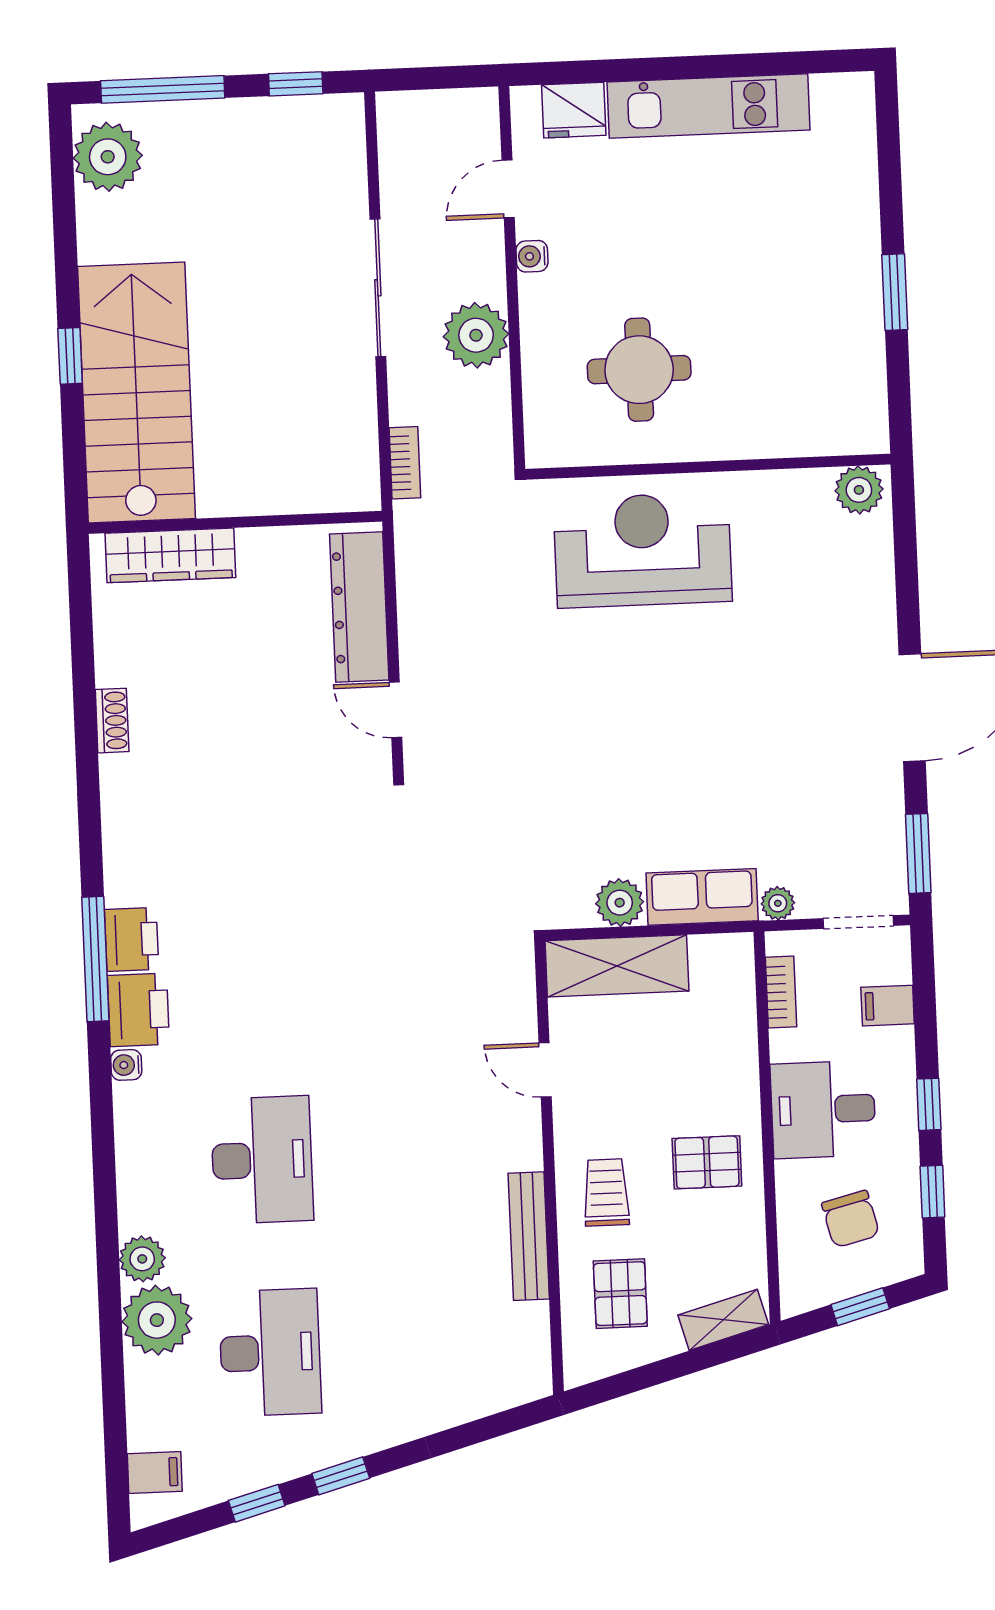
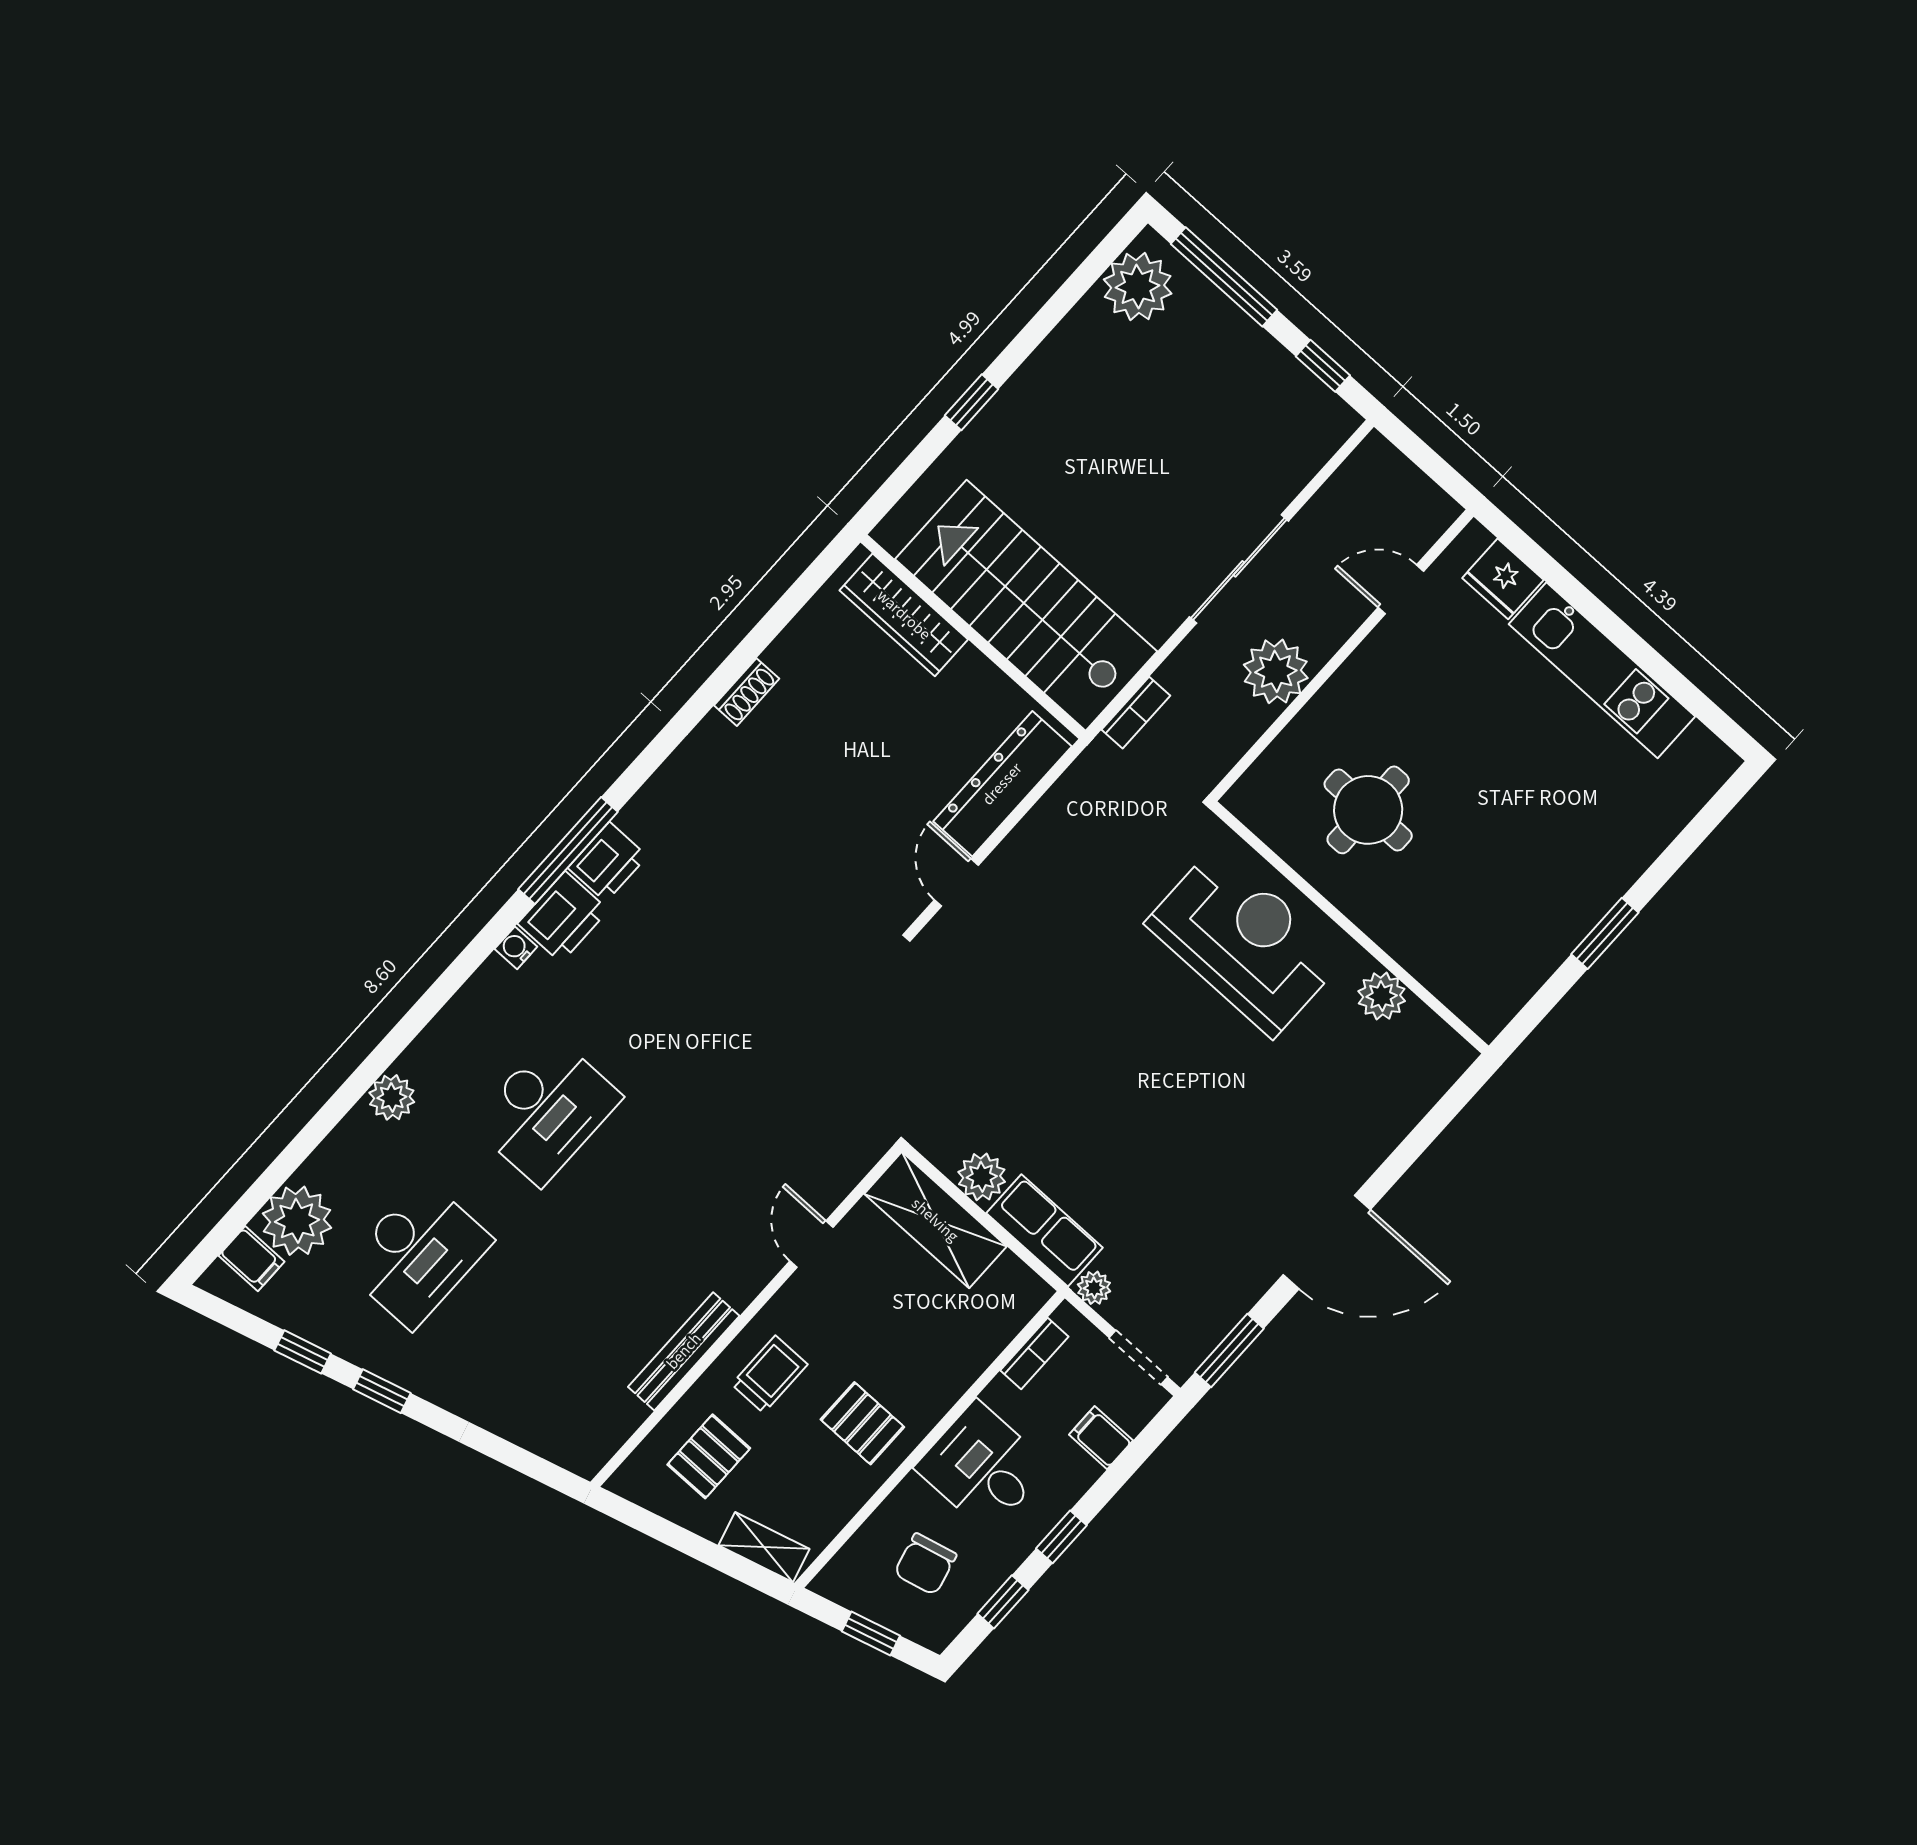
water cooler: (532, 256) -> (1371, 654), removed
stairs: (136, 393) -> (1026, 605), moved, turned -90
plant: (859, 490) -> (1382, 996), moved
plant: (157, 1320) -> (297, 1221), moved

